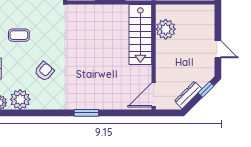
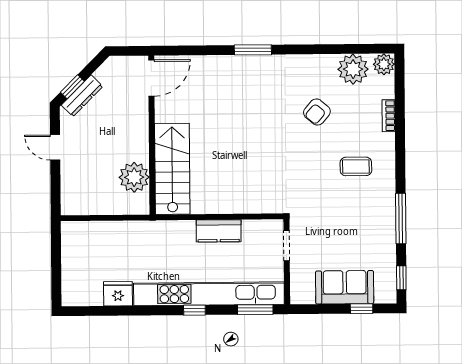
dresser: (188, 95) -> (82, 96), moved

